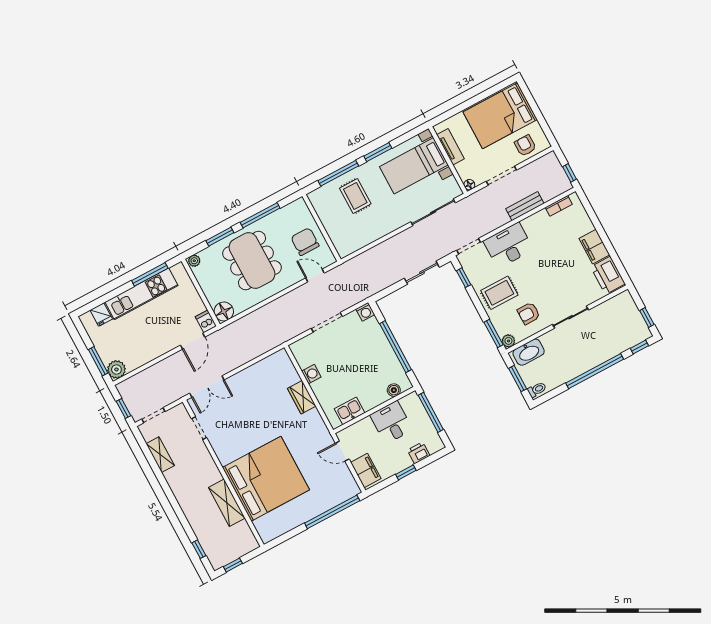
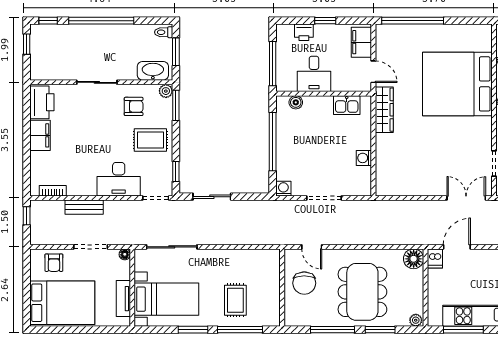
wardrobe: (302, 397) -> (384, 110), moved, width x1.50

